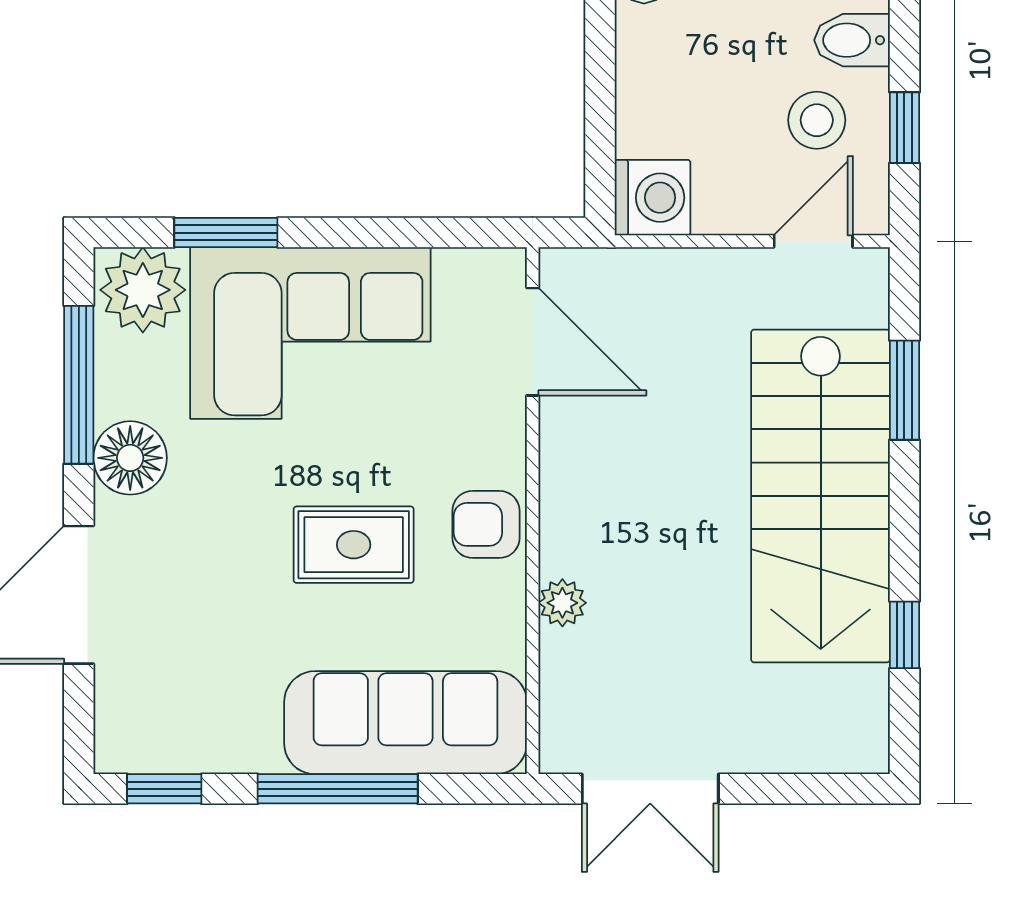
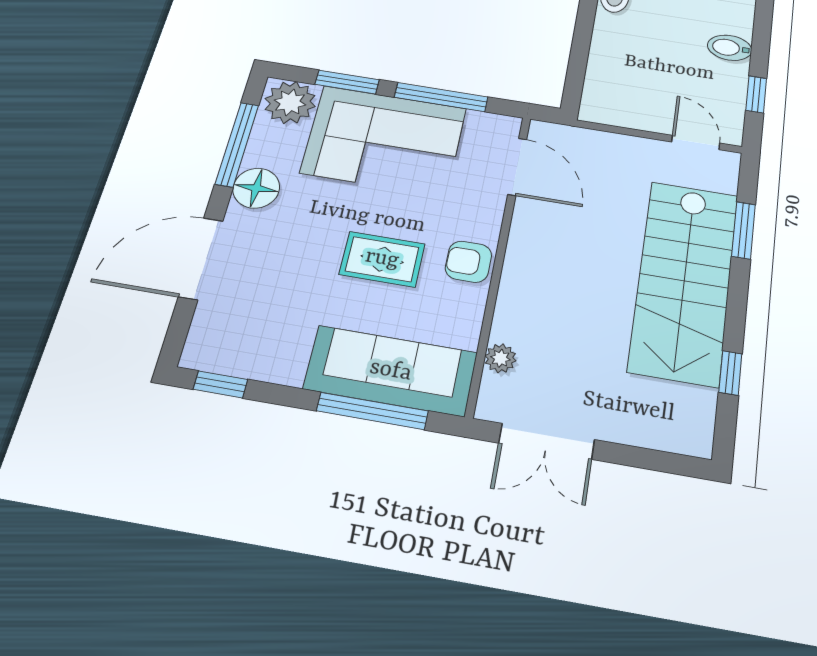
stool: (817, 120) -> (705, 83), removed
washing machine: (652, 198) -> (602, 105), removed
window: (386, 233) -> (441, 97), added
door: (813, 241) -> (696, 142), hinge flipped
plant: (562, 603) -> (500, 358), moved
window: (338, 789) -> (372, 411), moved

